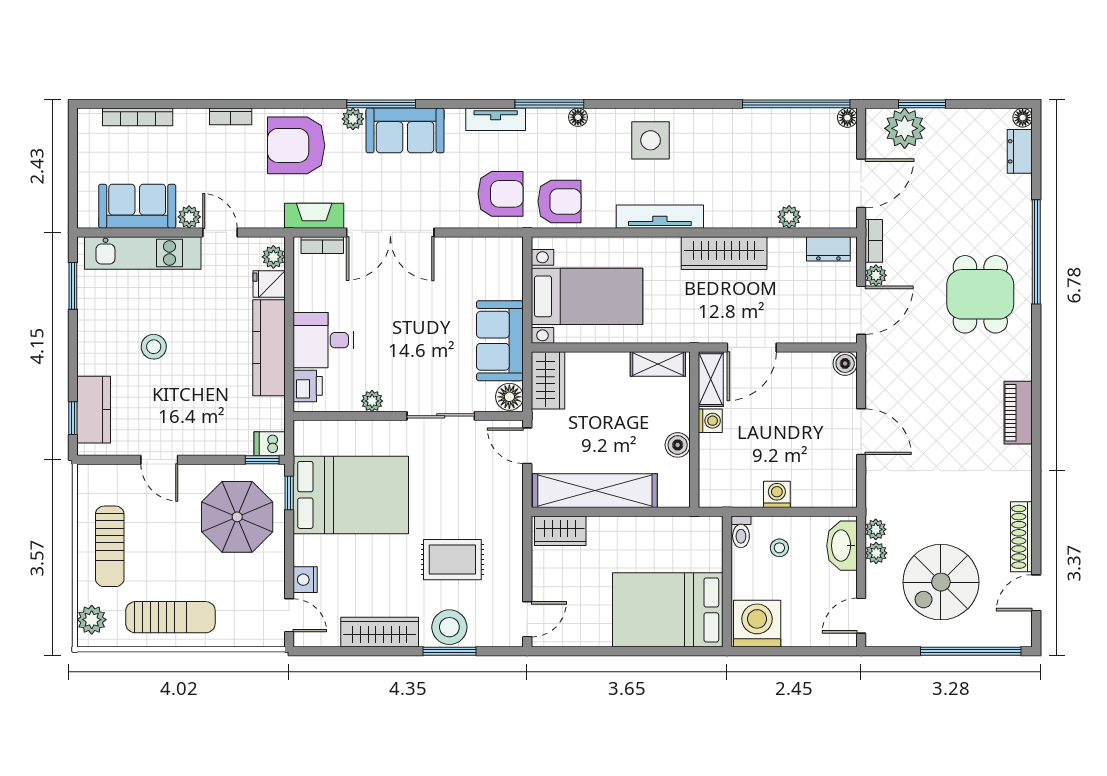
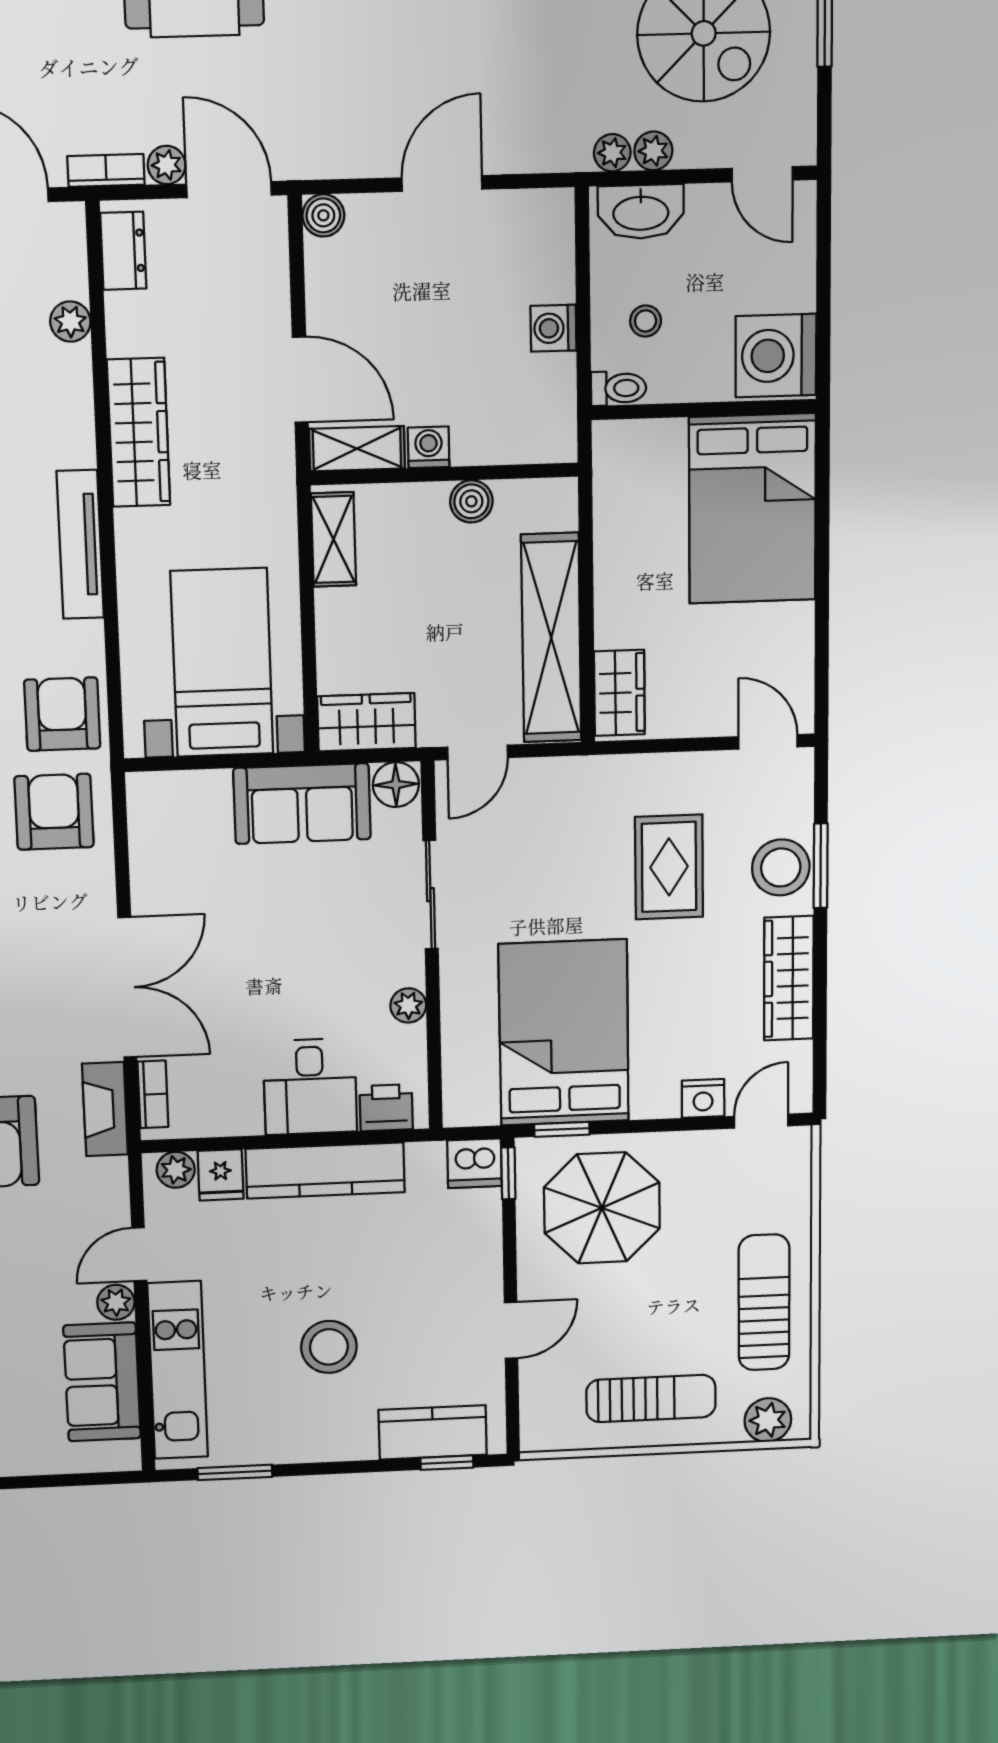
stool: (154, 347) -> (329, 1347), width x1.38, depth x1.38
dishwasher: (270, 444) -> (475, 1163), width x1.38

